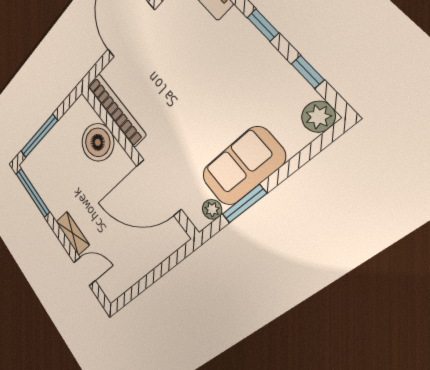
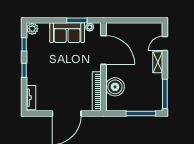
door: (85, 271) -> (165, 43), hinge flipped

